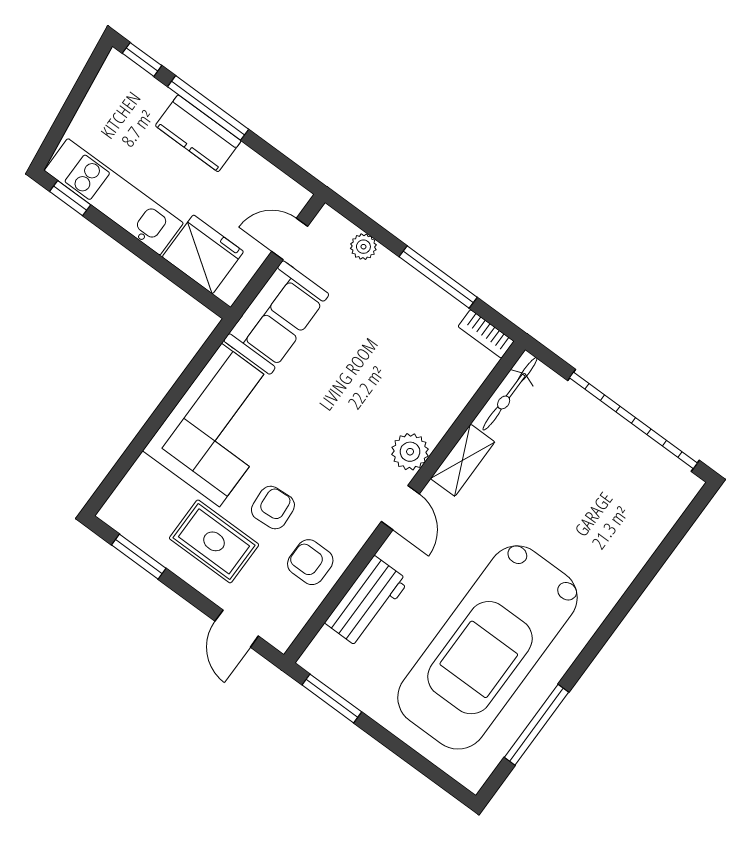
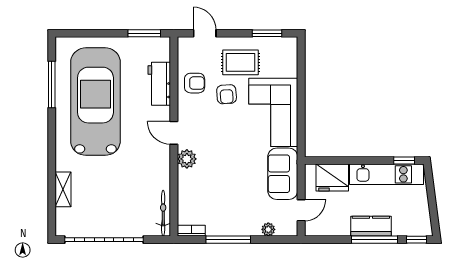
shelving: (463, 460) -> (63, 189), moved

